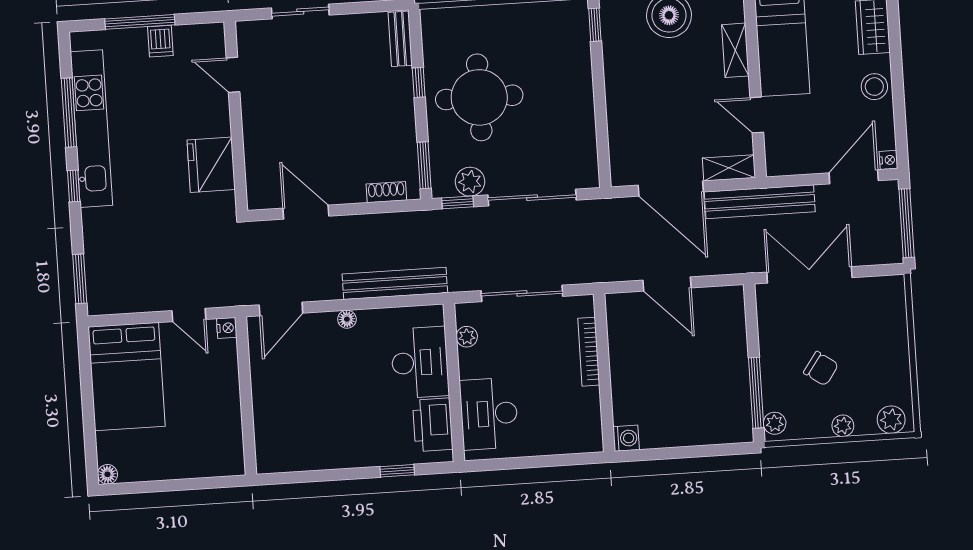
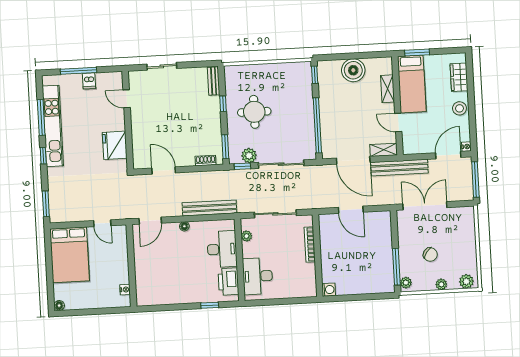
round table: (479, 97) -> (254, 112), width x0.73, depth x0.73
window: (601, 122) -> (317, 125), added
nightstand: (227, 328) -> (125, 290), moved

